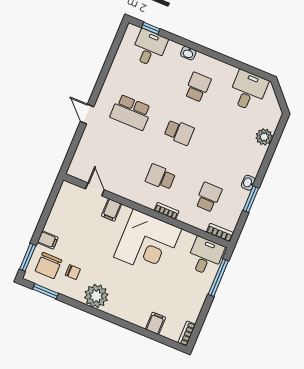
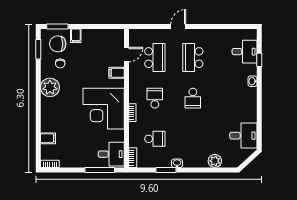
window: (151, 28) -> (259, 60), moved
school desk: (198, 87) -> (155, 58), moved, width x1.85

